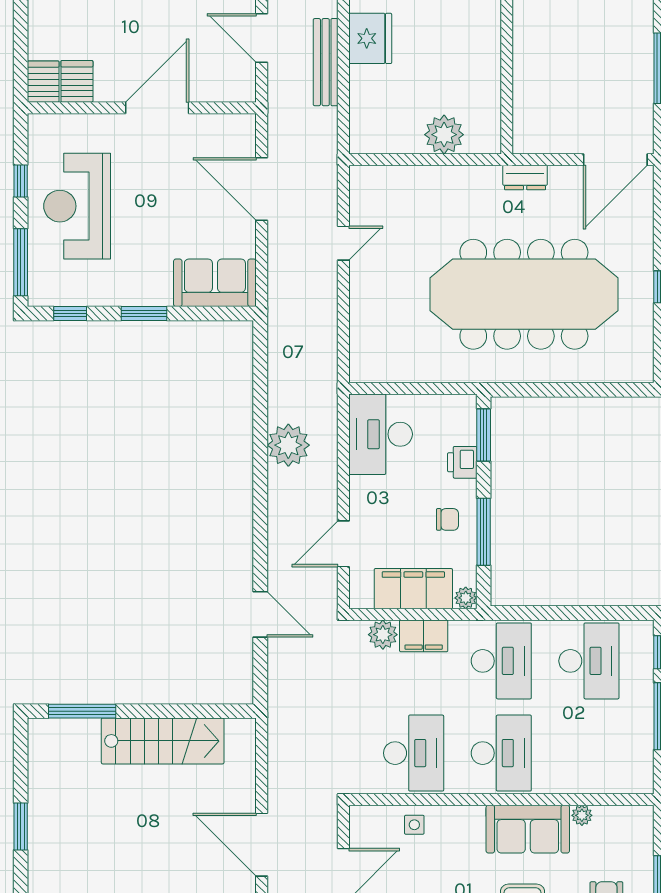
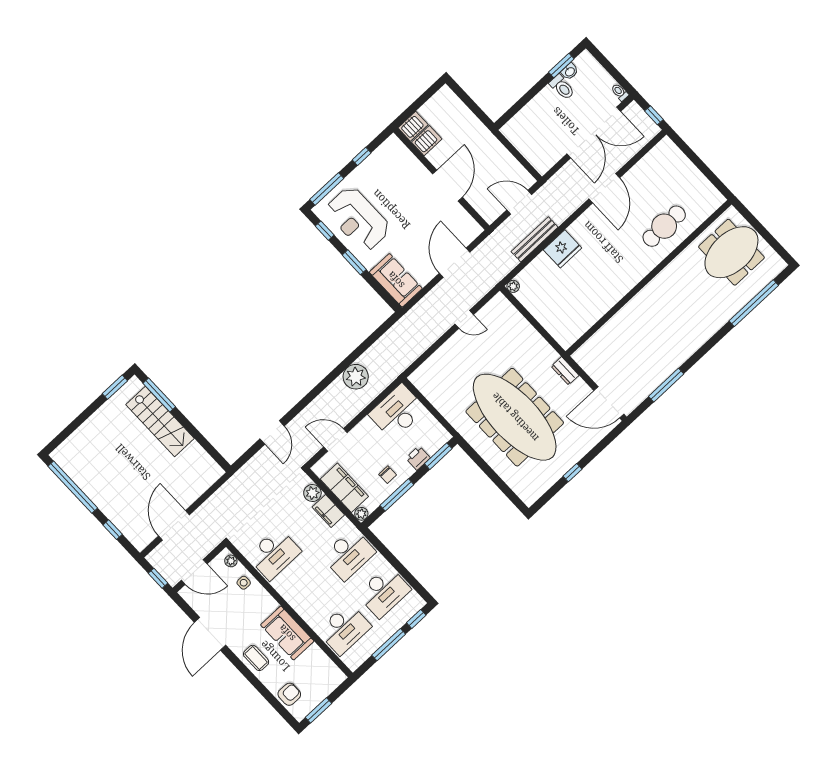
door: (262, 38) -> (519, 202), hinge flipped
door: (157, 108) -> (448, 186), hinge flipped
plant: (444, 135) -> (513, 286), moved, width x0.53, depth x0.53
reception desk: (77, 206) -> (358, 219), moved, turned -90
stairs: (163, 741) -> (160, 421), moved
desk: (501, 753) -> (344, 629), moved
plant: (582, 815) -> (231, 561), moved
window: (21, 826) -> (115, 387), moved

